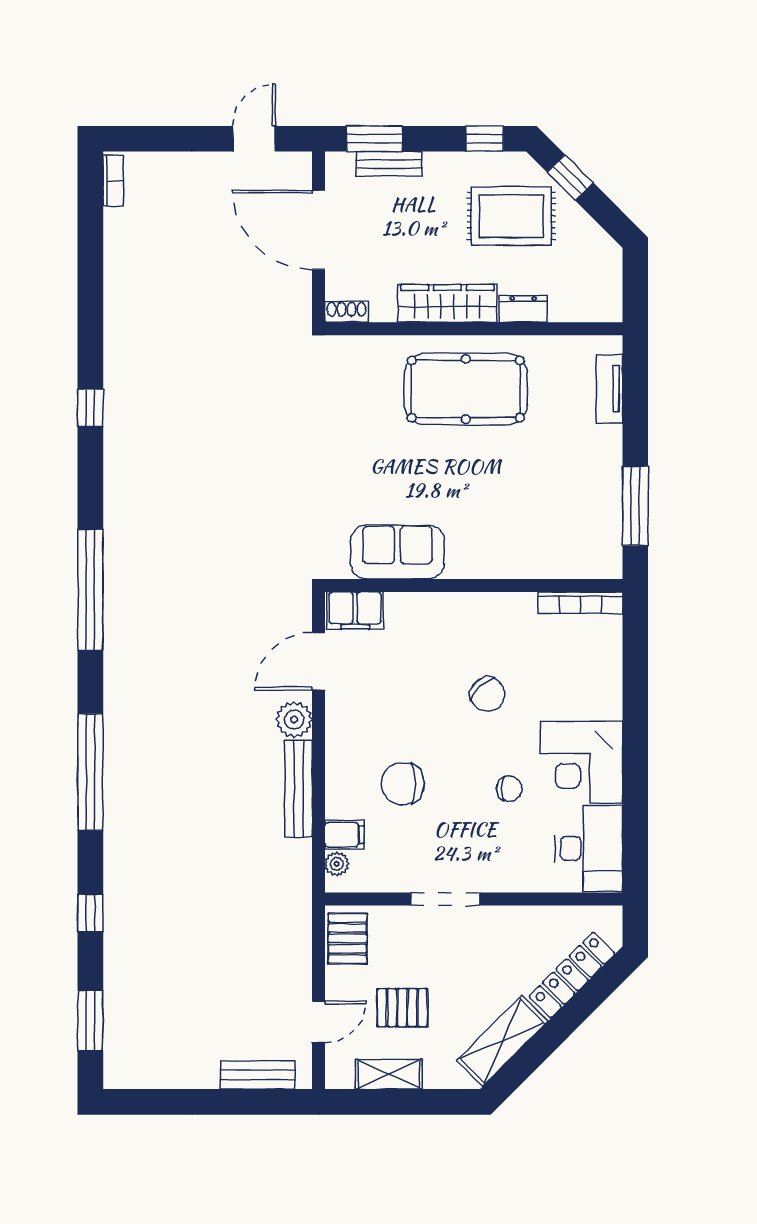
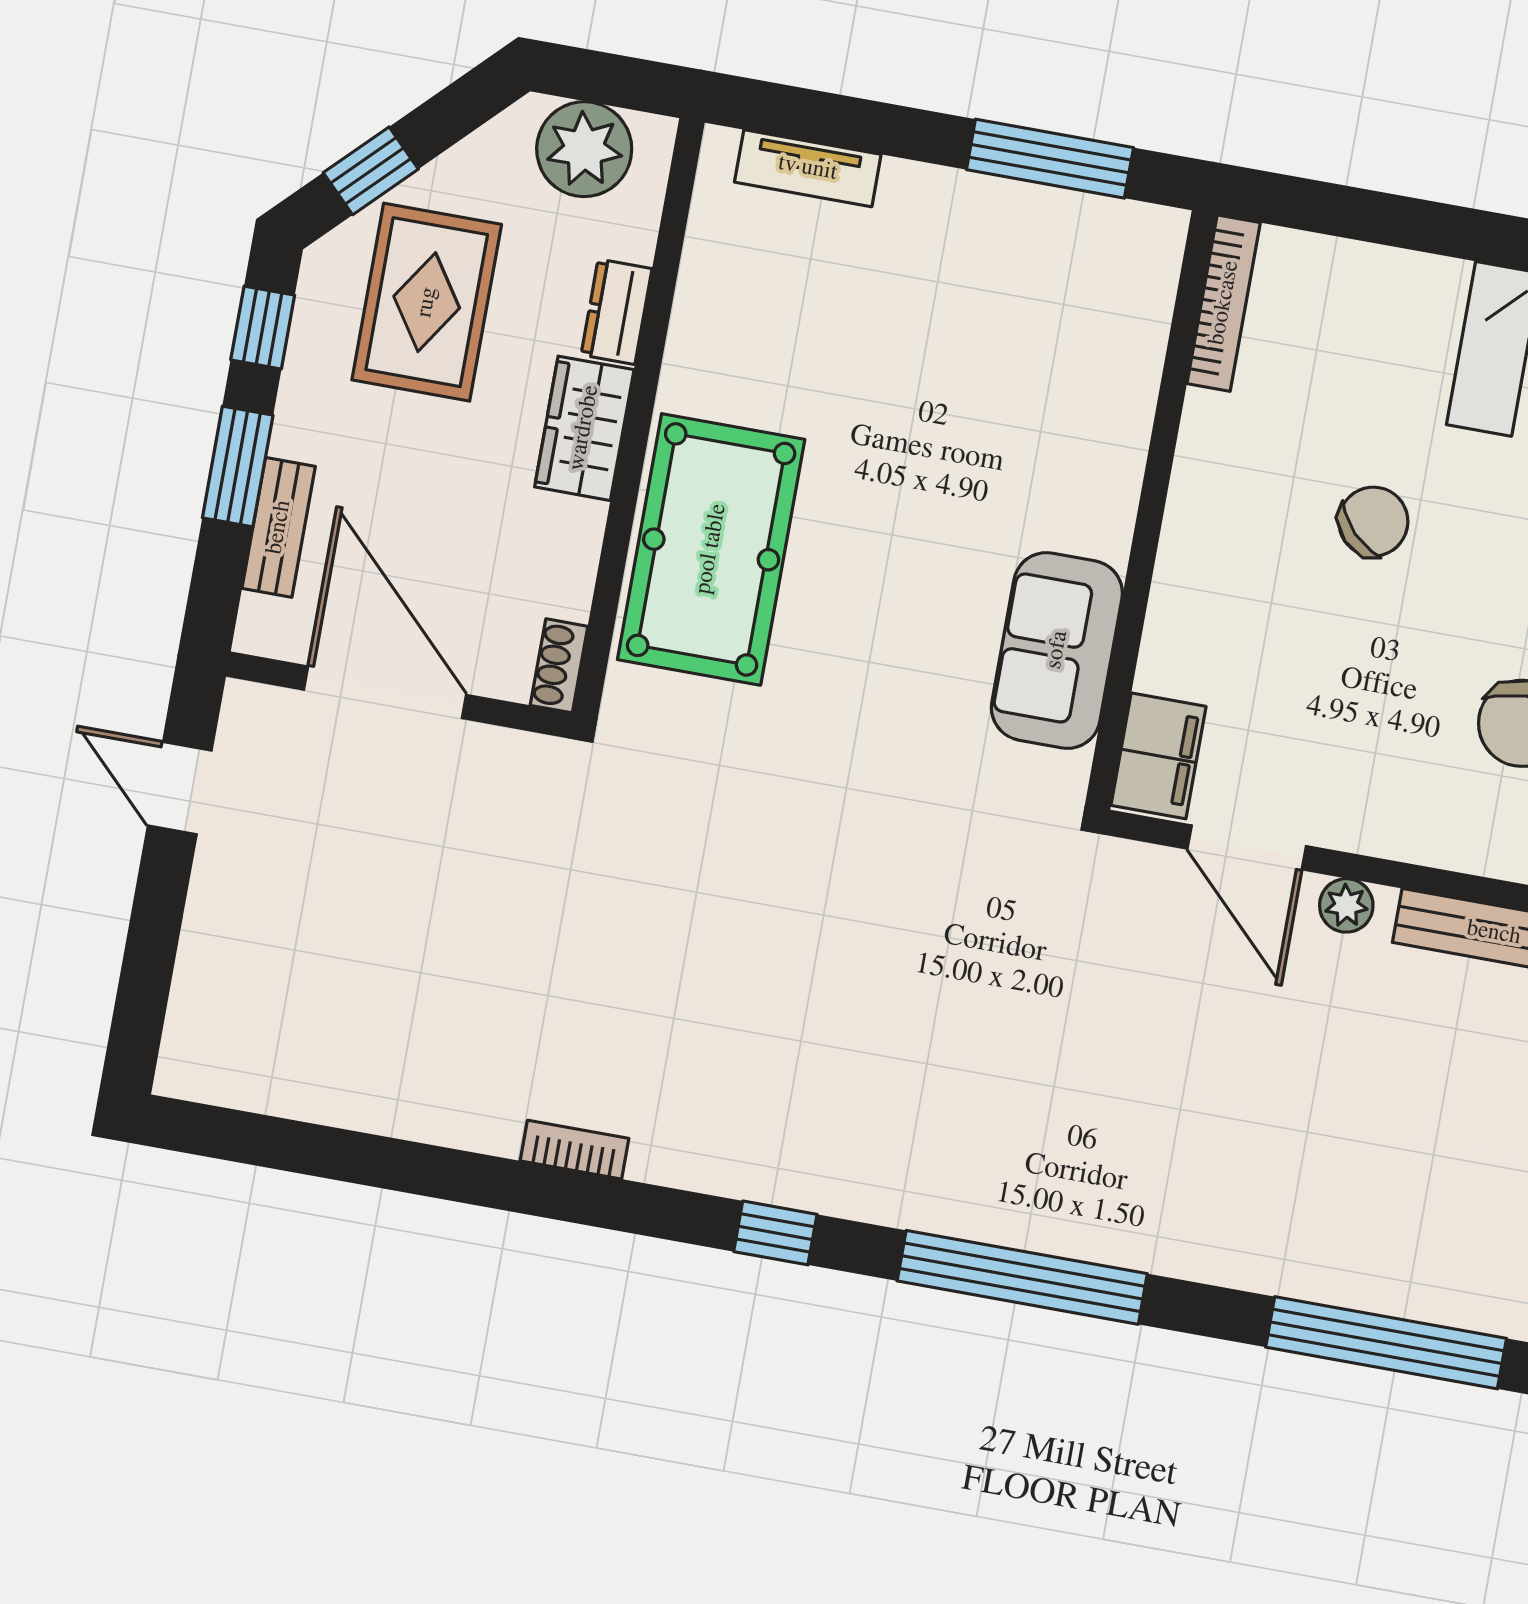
window: (374, 139) -> (238, 467), moved
bookcase: (113, 181) -> (575, 1150), moved
door: (318, 230) -> (385, 692), swing flipped
plant: (599, 279) -> (584, 149), added
wardrobe: (447, 303) -> (584, 428), width x0.67
pool table: (466, 389) -> (711, 549), moved
window: (90, 408) -> (775, 1233), moved
plant: (294, 720) -> (1346, 905), width x0.73, depth x0.73

